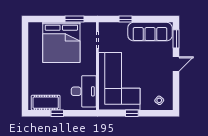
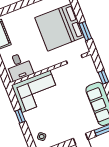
corner sofa: (119, 81) -> (36, 91), width x0.73, depth x0.74
desk: (84, 91) -> (19, 66), width x0.73

